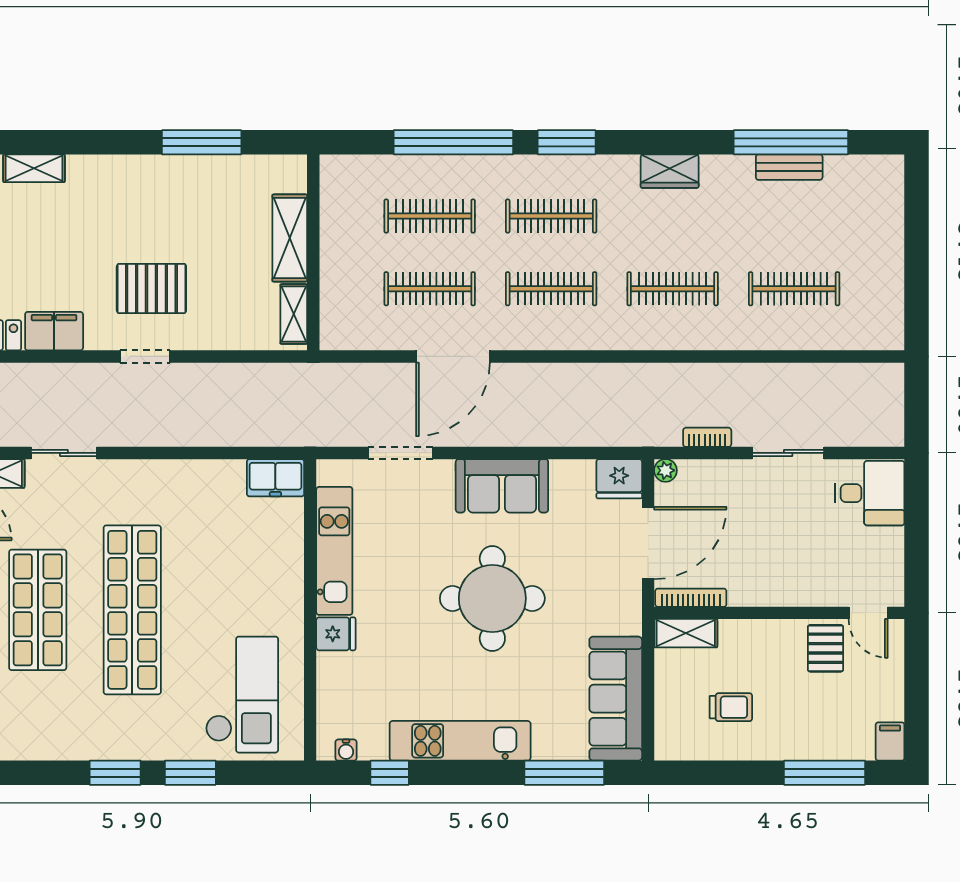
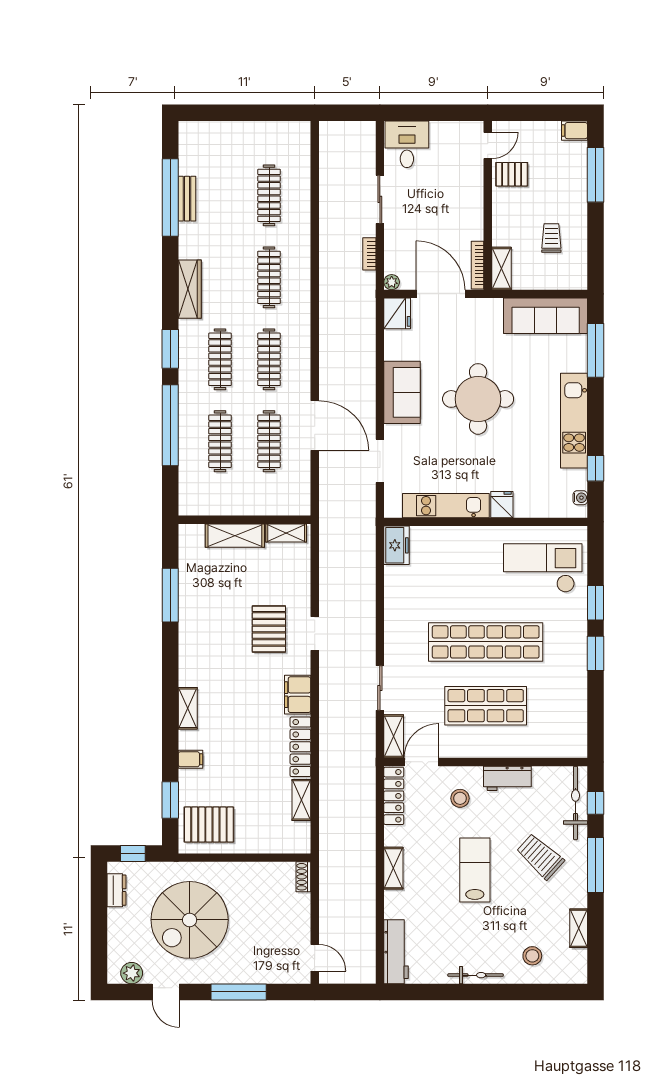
wardrobe: (670, 171) -> (190, 289), width x1.50

